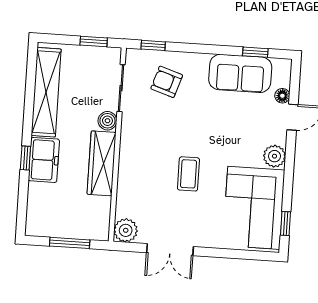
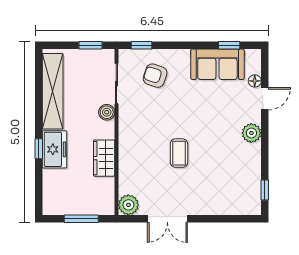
wardrobe: (102, 163) -> (104, 158), width x0.67
corner sofa: (254, 208) -> (237, 178), removed

